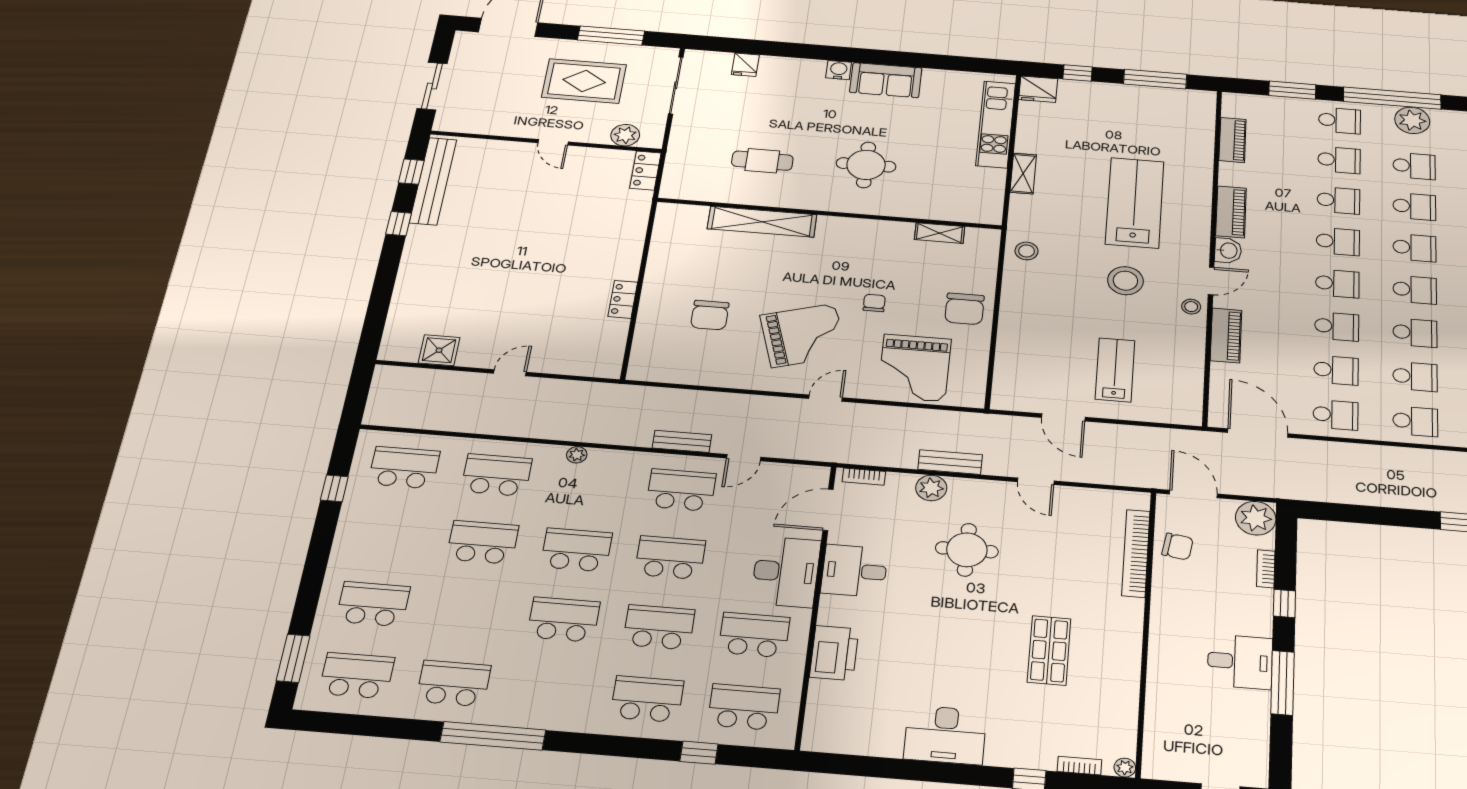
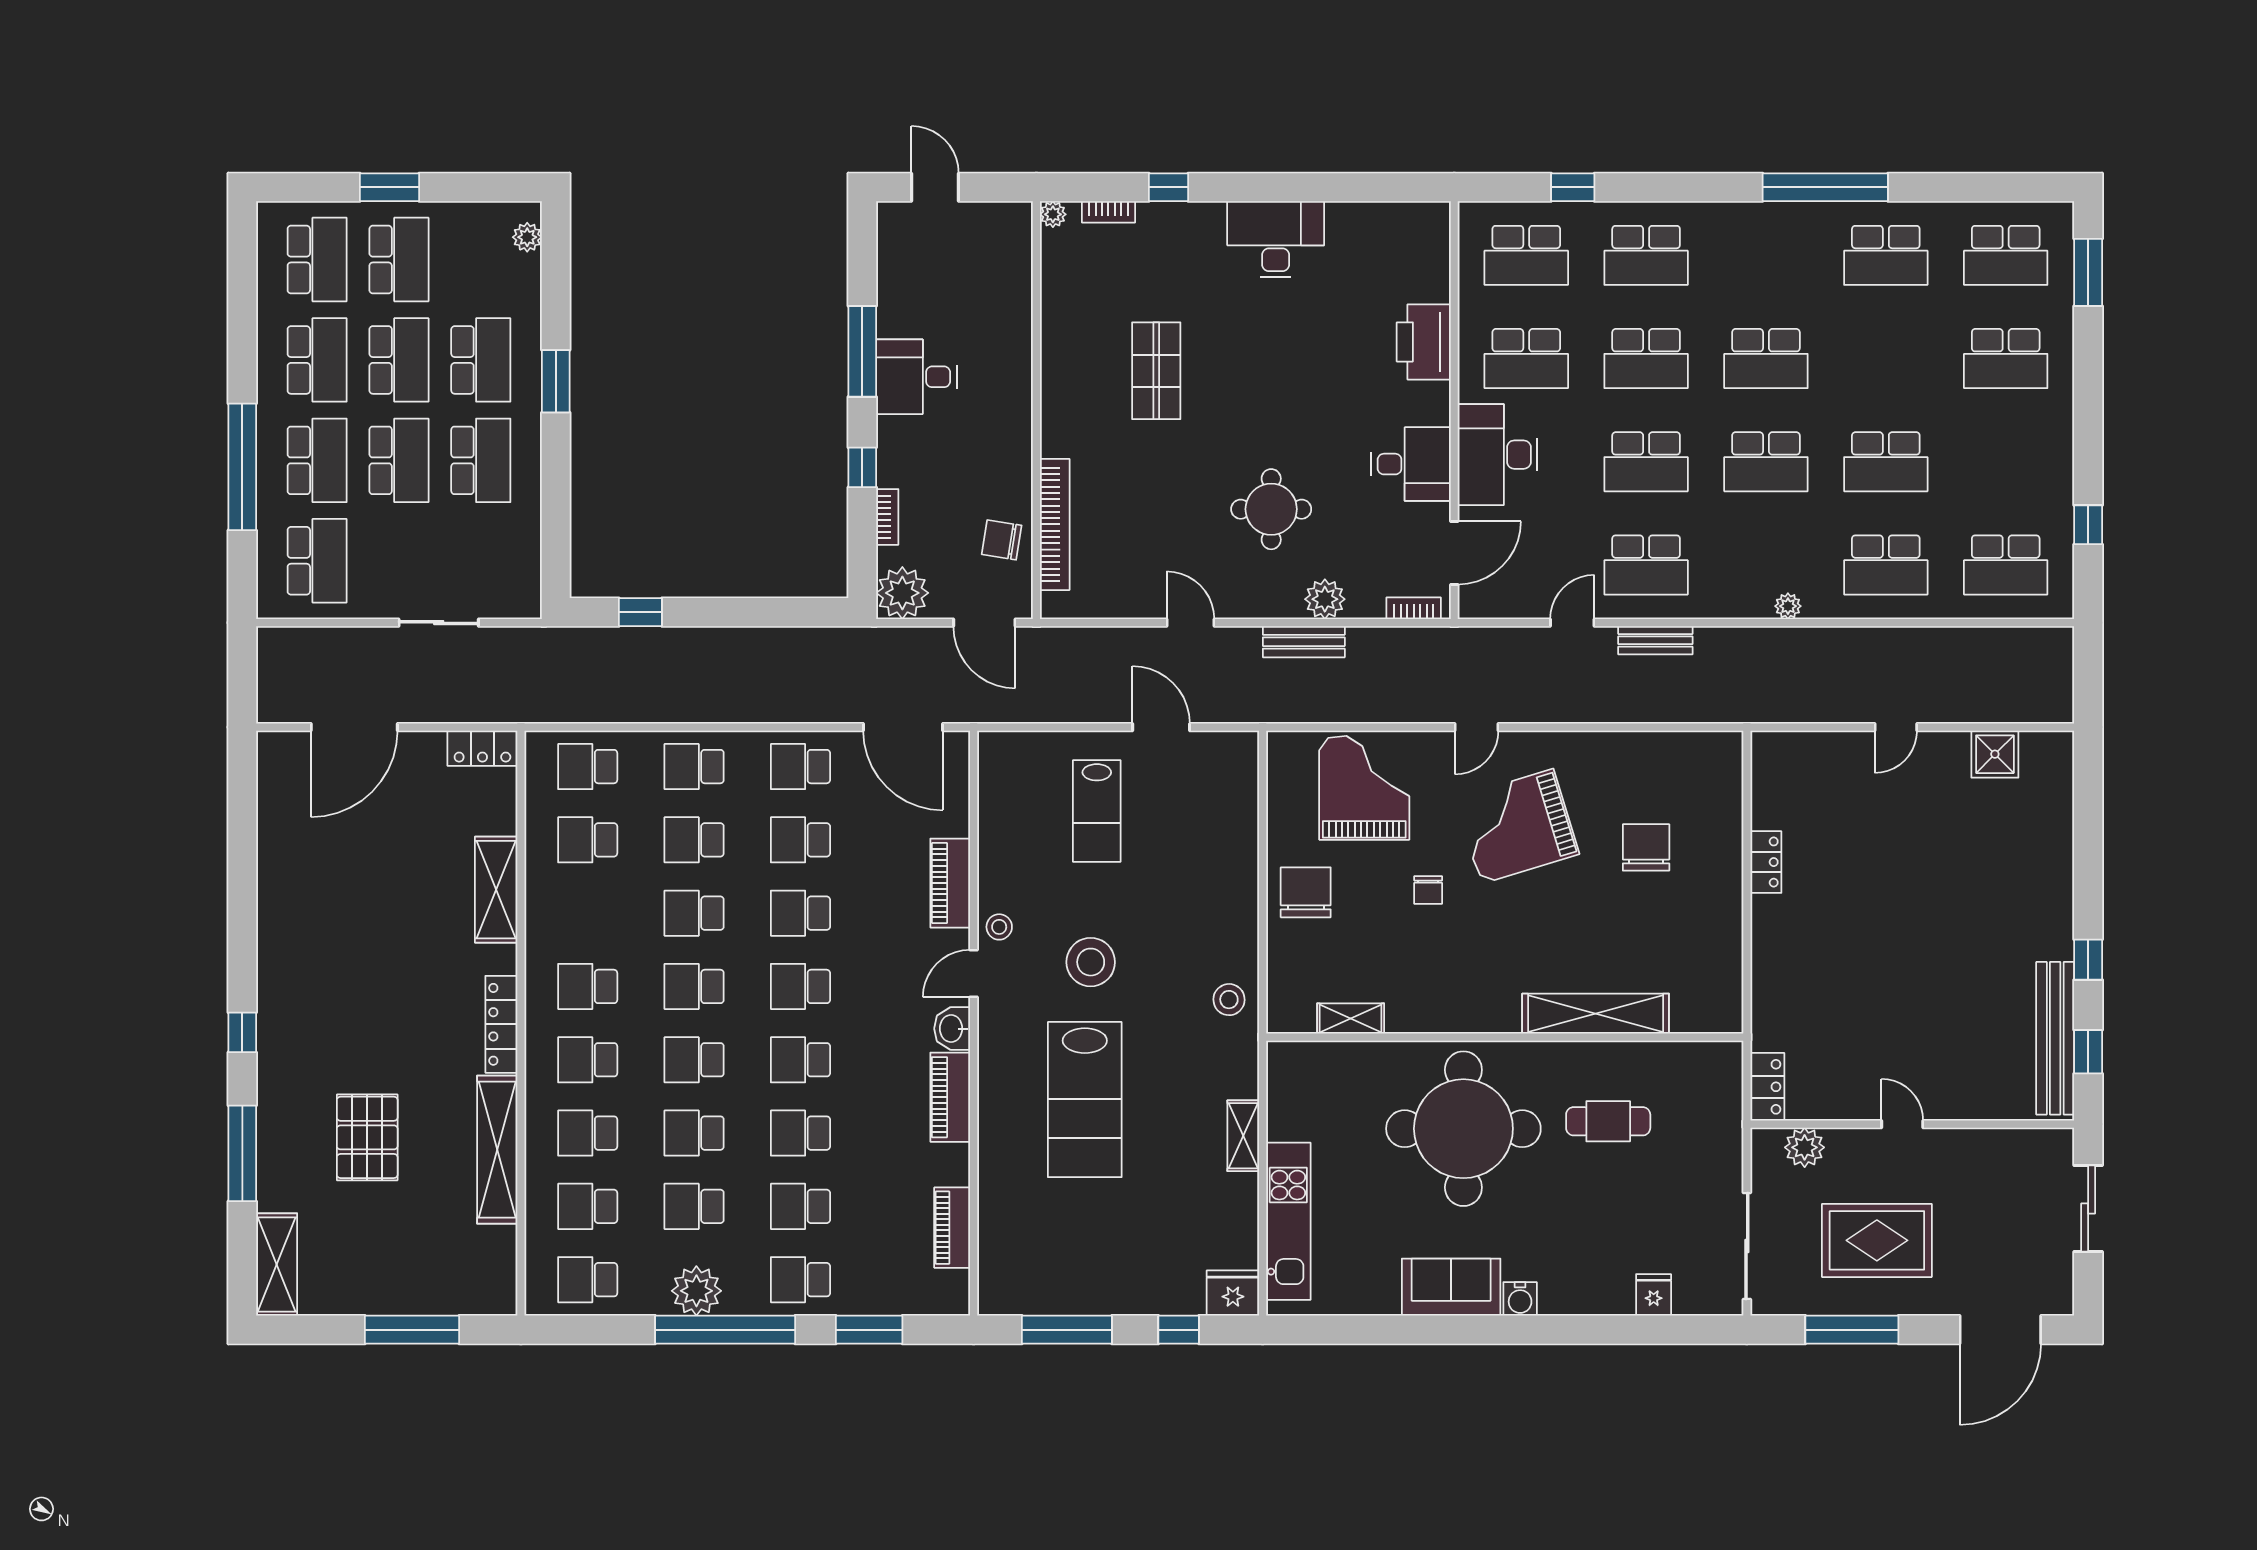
round table: (866, 165) -> (1463, 1129), width x1.86, depth x1.86

